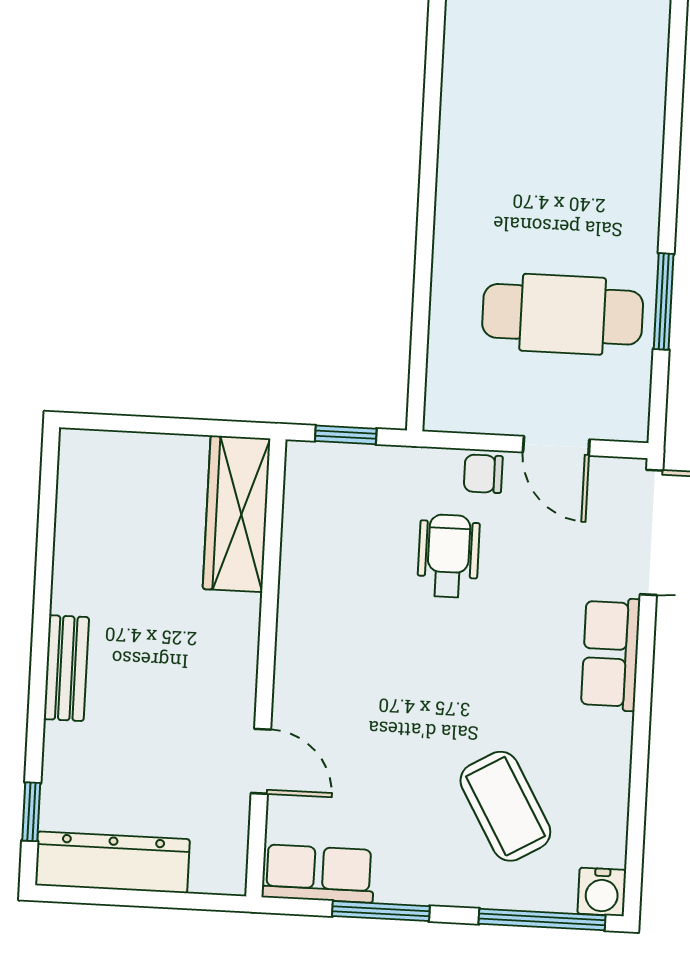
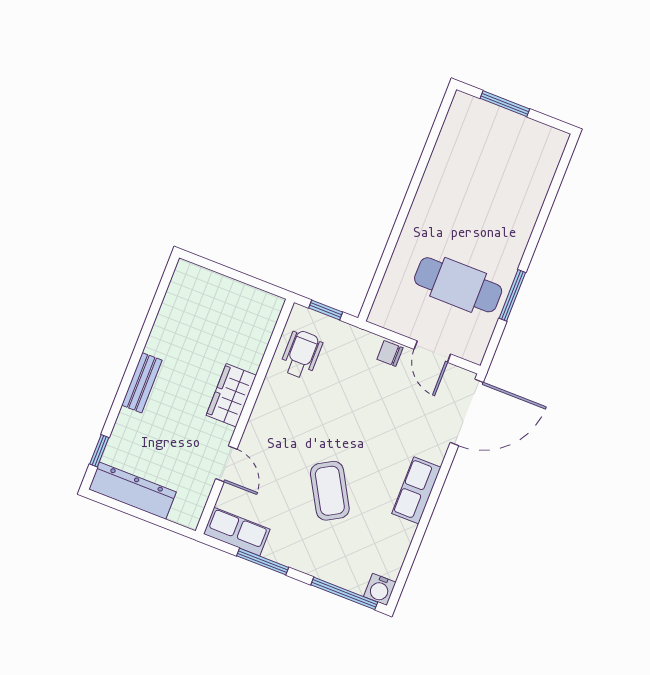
wardrobe: (237, 514) -> (231, 395), moved, width x0.67
wheelchair: (448, 556) -> (301, 354), moved
row of seats: (611, 654) -> (416, 490), moved
coffee table: (505, 806) -> (330, 491), moved

